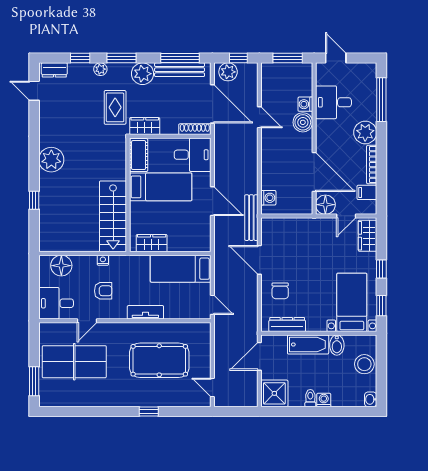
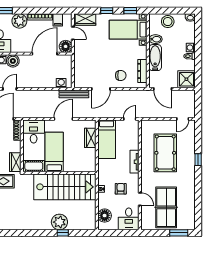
plant: (51, 160) -> (59, 222), moved
stairs: (113, 216) -> (65, 187), width x1.36, depth x1.51
wardrobe: (152, 243) -> (90, 138), moved

